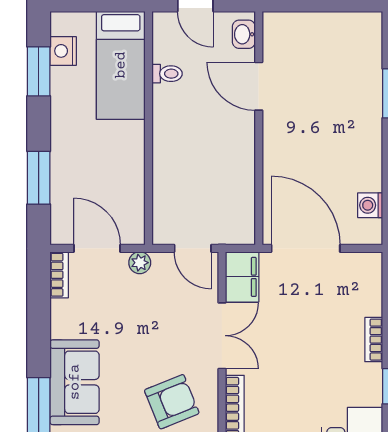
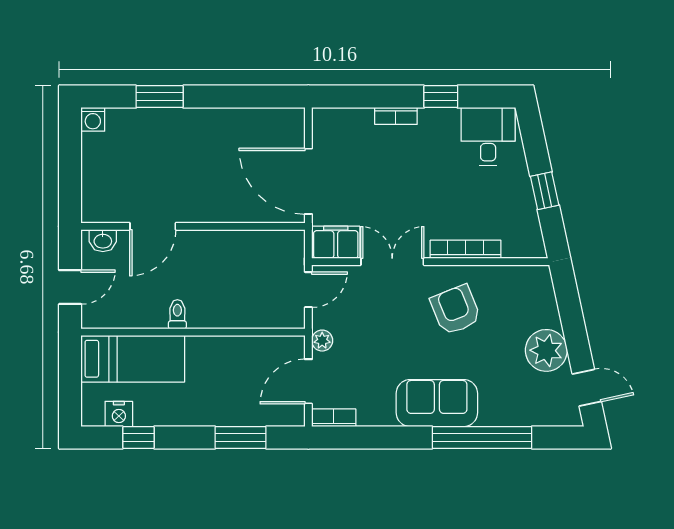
window: (39, 71) -> (138, 437), width x0.67
toilet: (167, 74) -> (177, 314), moved
washing machine: (370, 205) -> (93, 119), moved
door: (306, 248) -> (308, 181), hinge flipped

